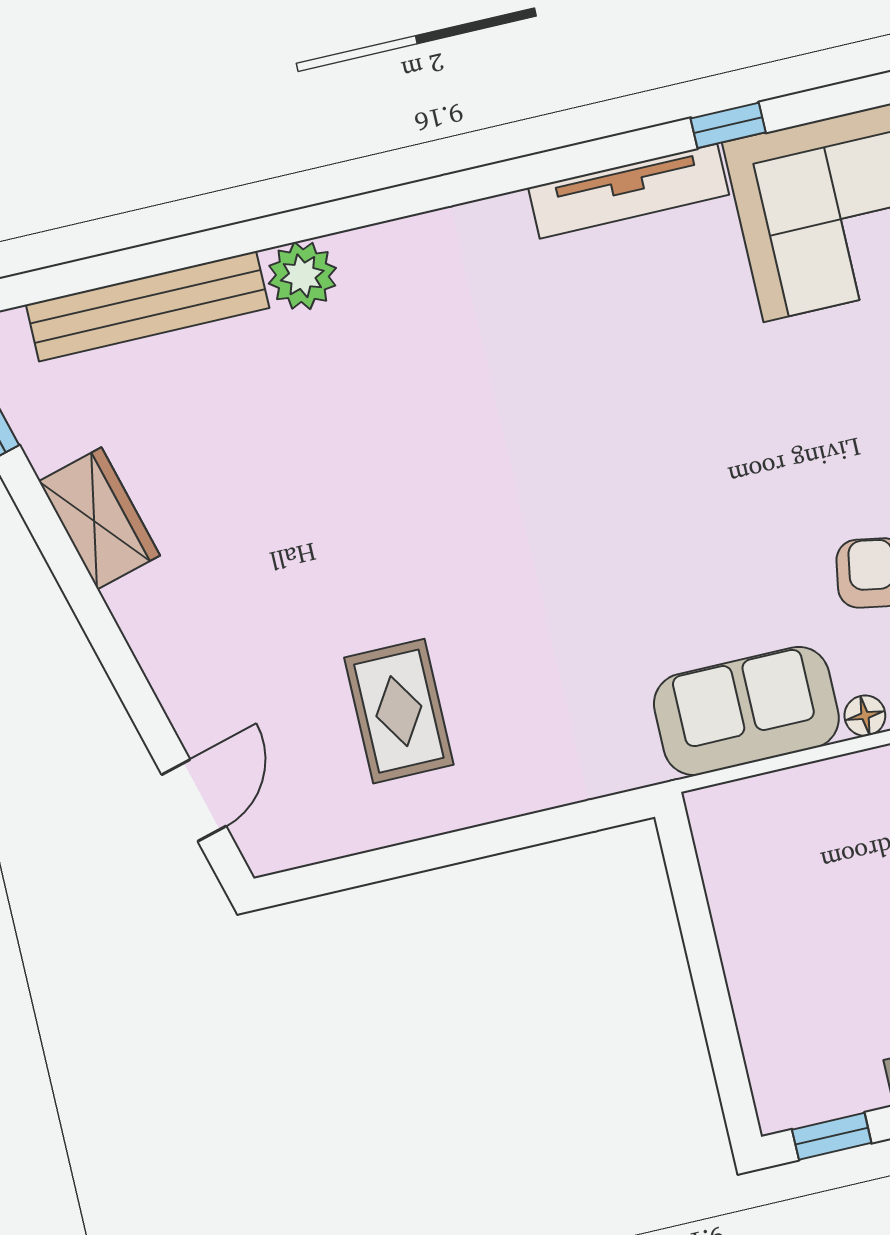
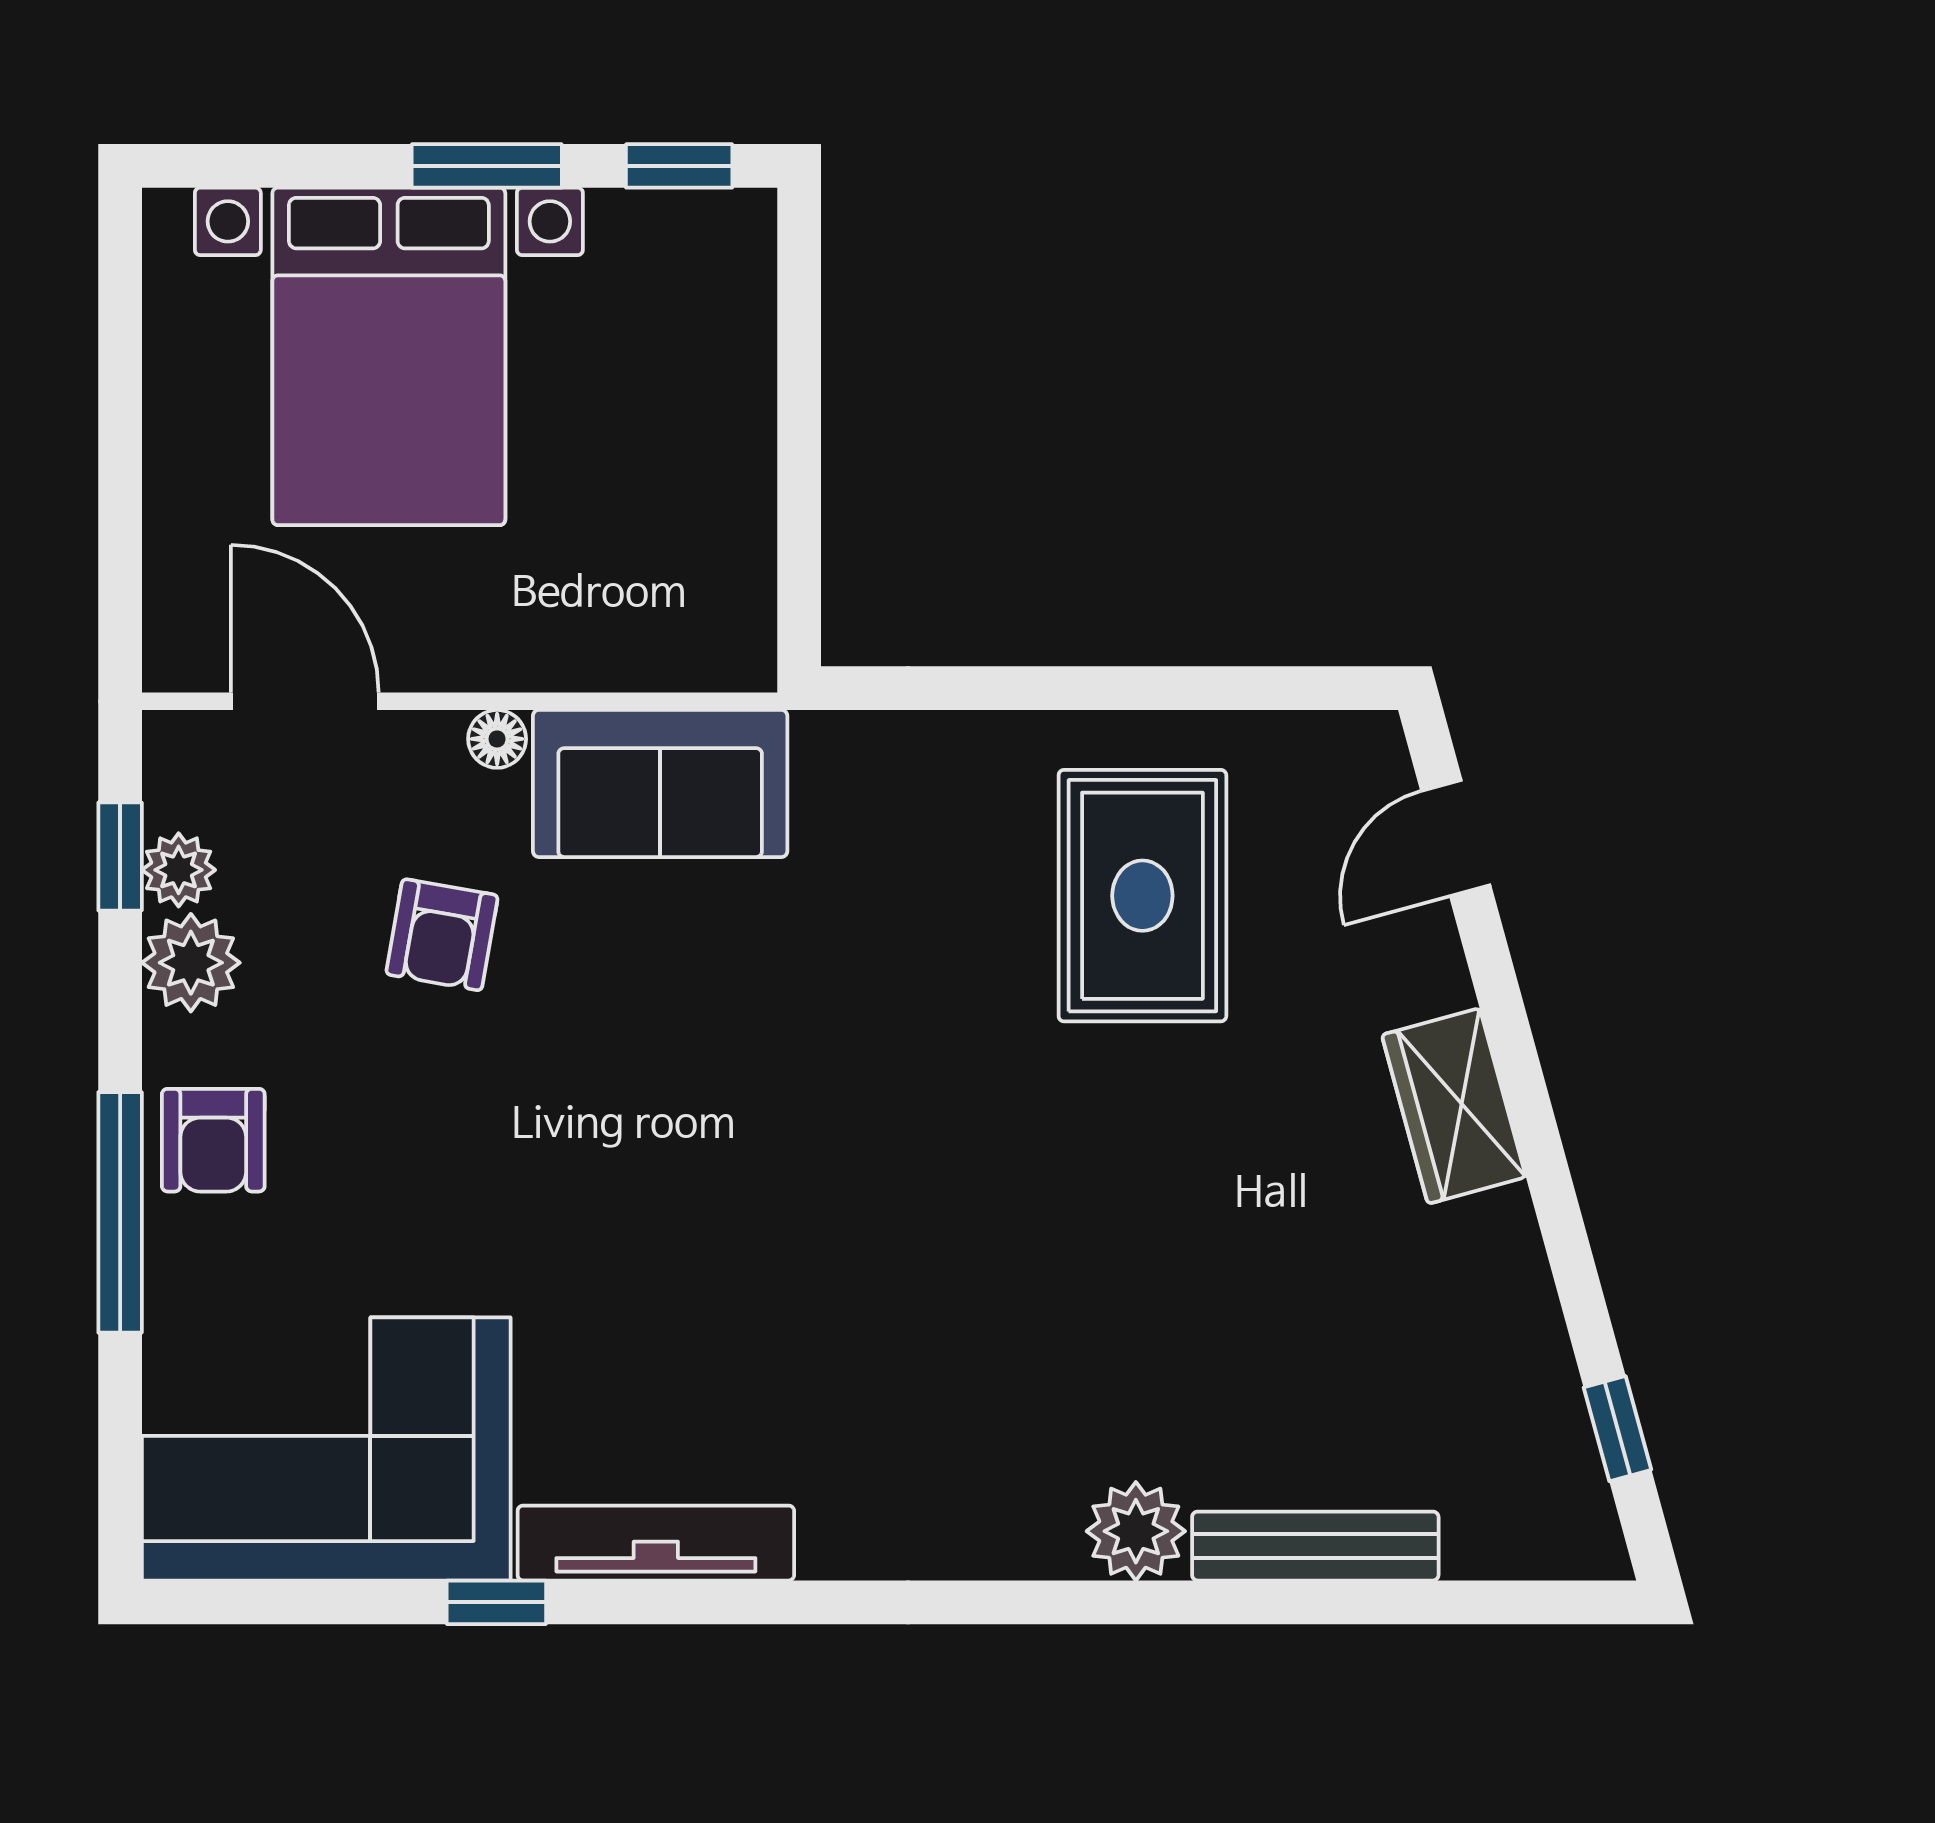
bench: (148, 306) -> (1315, 1546), width x0.73, depth x0.82
wardrobe: (99, 518) -> (1454, 1106), moved
rug: (399, 711) -> (1142, 896), width x1.36, depth x1.43

